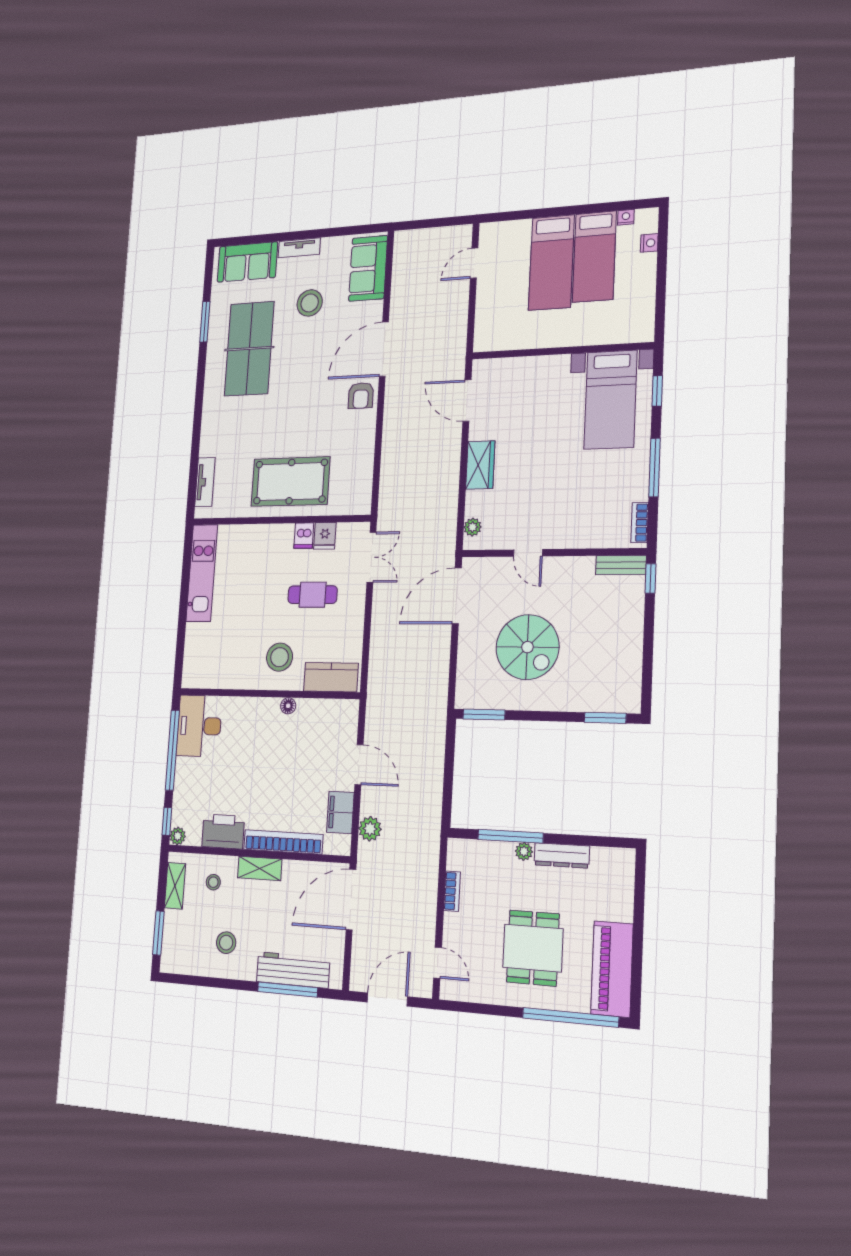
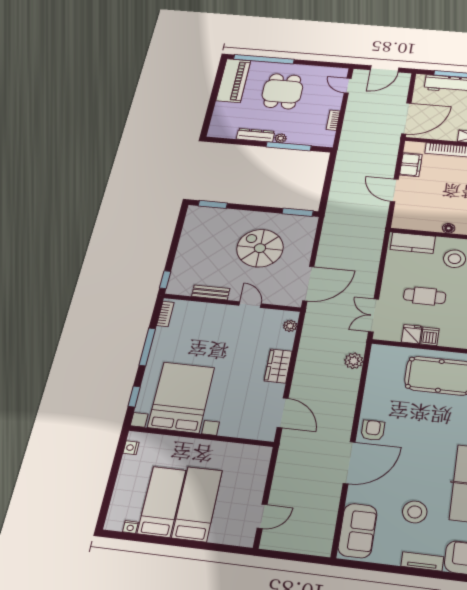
nightstand: (649, 243) -> (131, 448), moved
bed with nightstands: (610, 400) -> (181, 397), width x1.36
bench: (621, 565) -> (211, 292), moved
plant: (370, 829) -> (354, 361), moved

